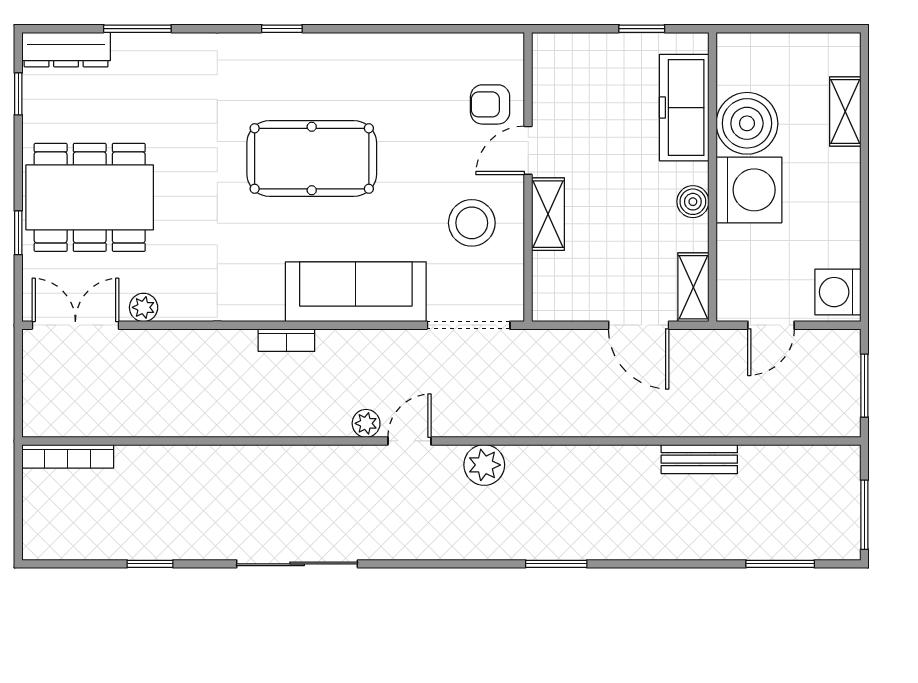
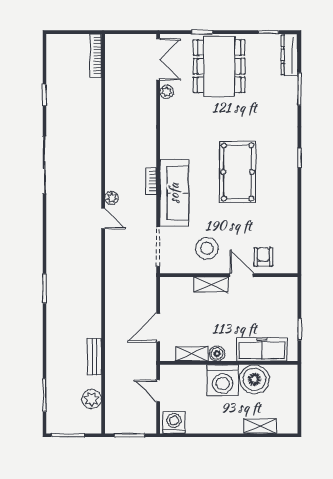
shelving: (693, 287) -> (192, 354), moved
bookcase: (286, 340) -> (151, 181), moved
plant: (484, 465) -> (92, 399), moved

